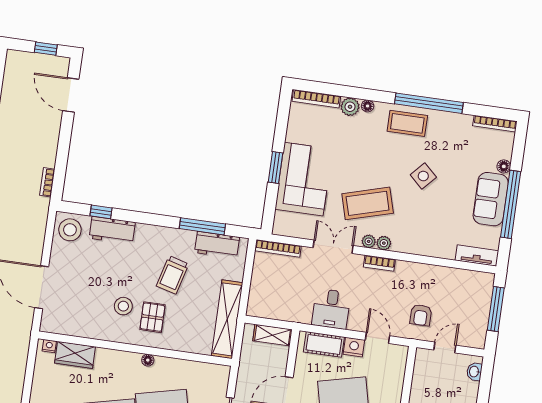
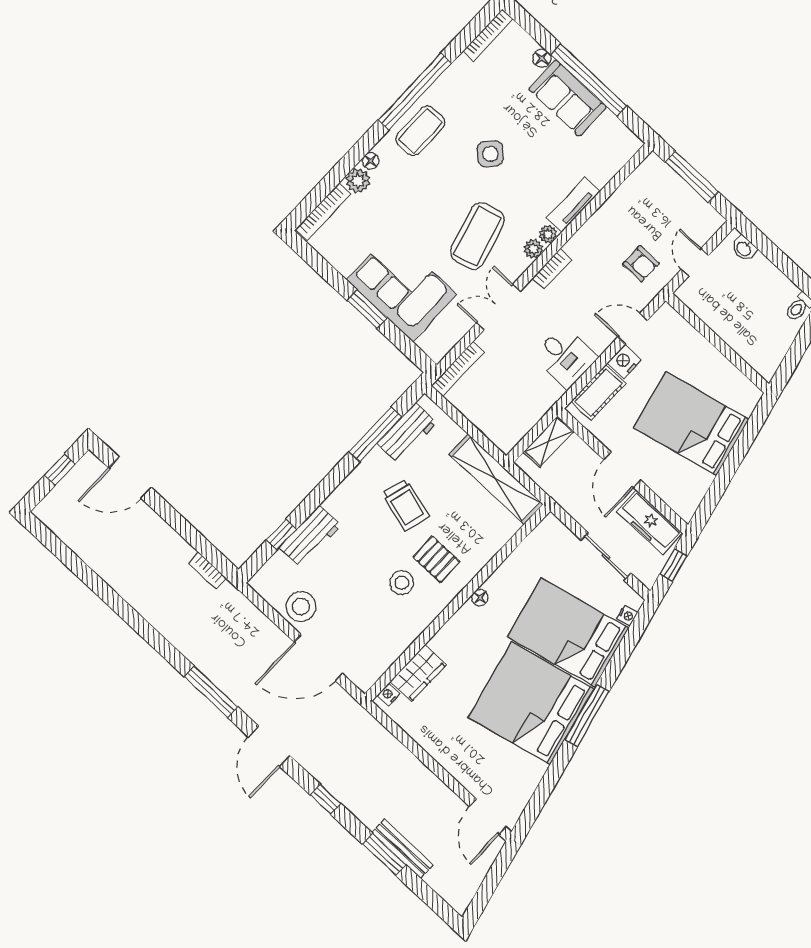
stool: (70, 230) -> (301, 606), moved
plant: (369, 241) -> (548, 234), moved
tv unit: (477, 256) -> (573, 205), moved

